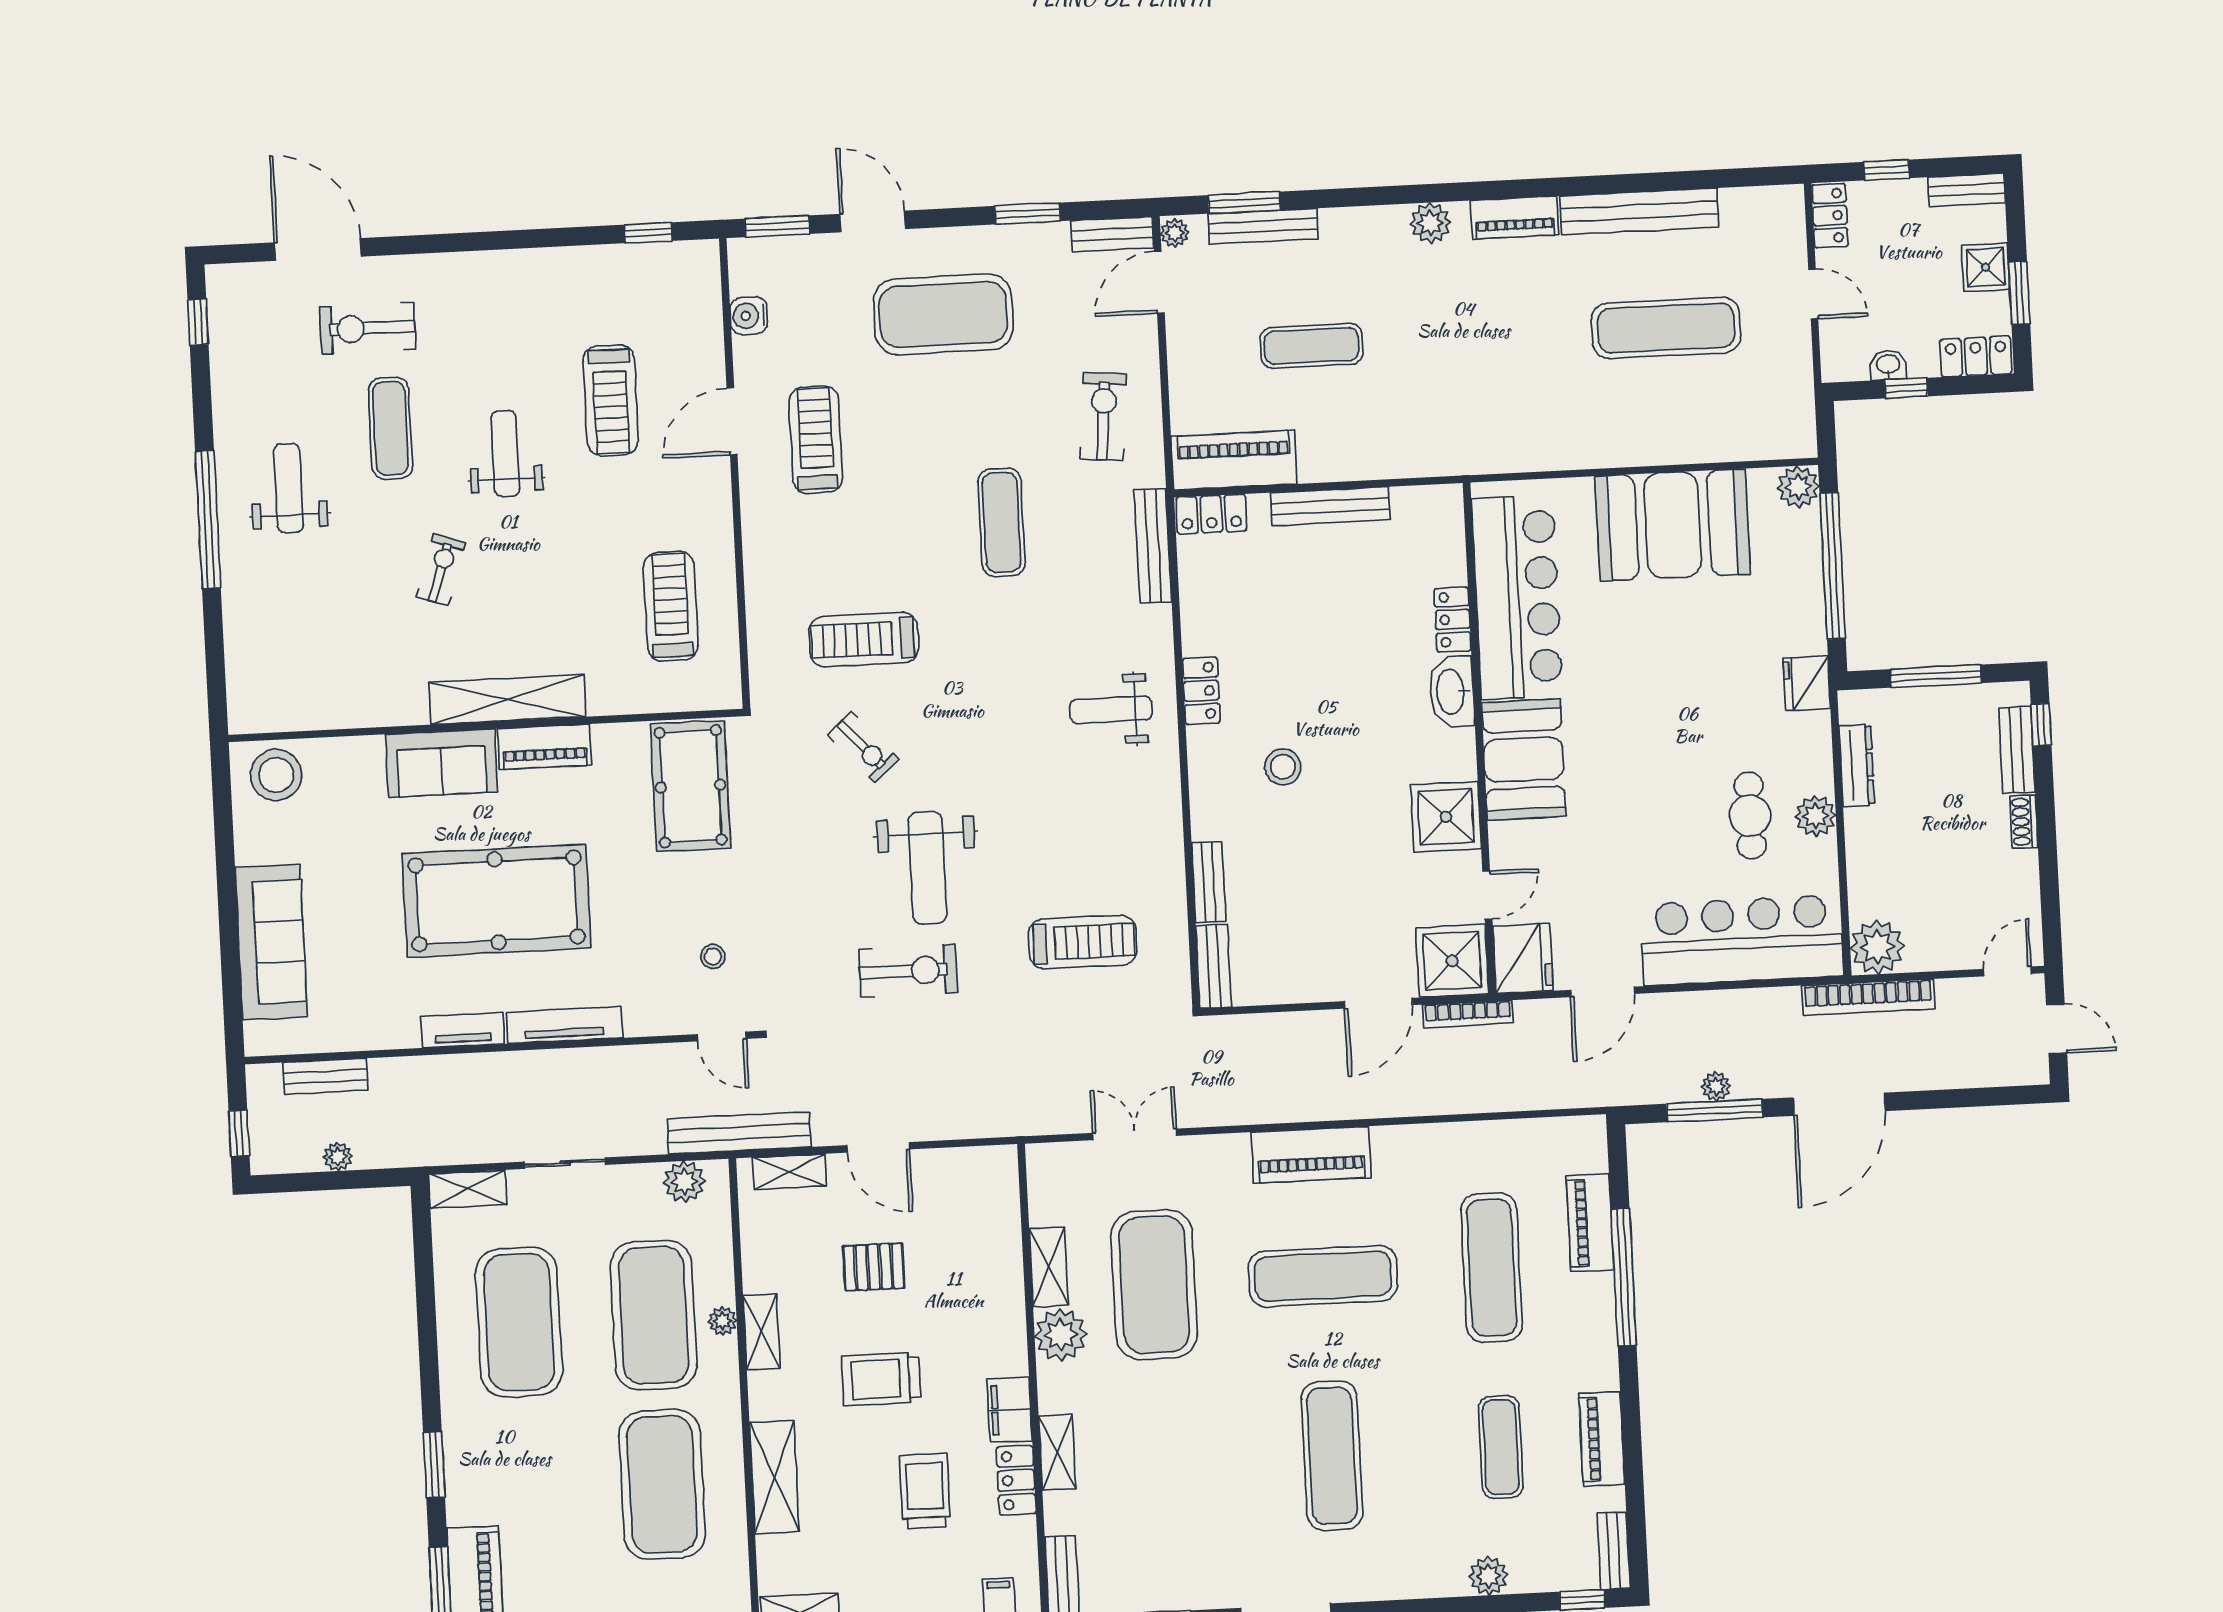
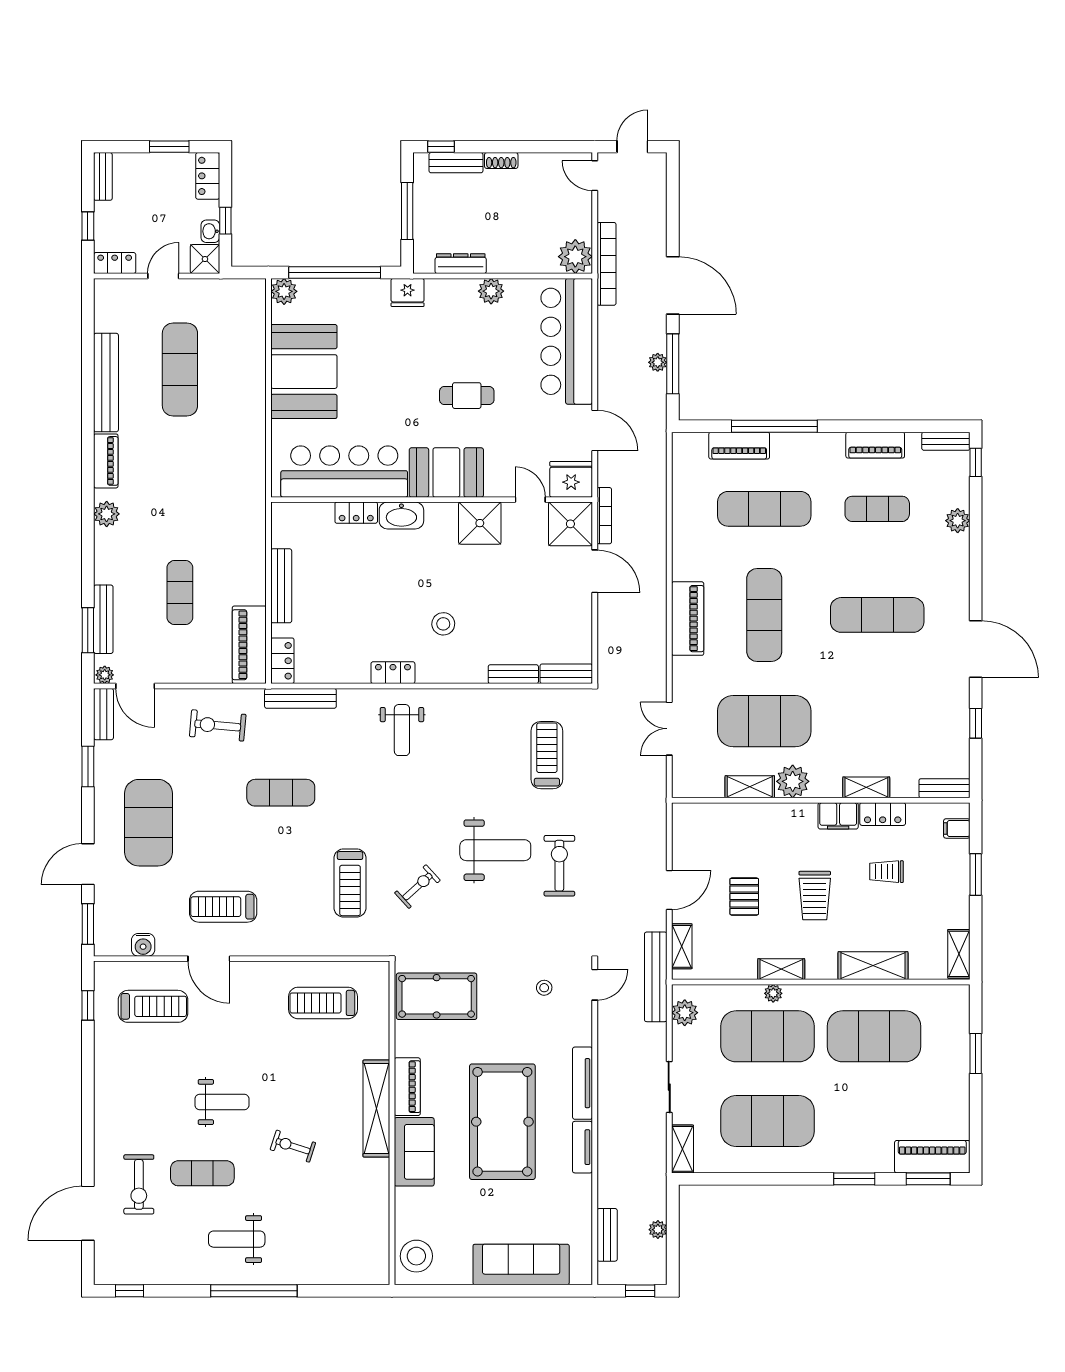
shower: (1985, 267) -> (205, 259), moved
treadmill: (611, 400) -> (153, 1006), moved
weight bench: (505, 454) -> (222, 1102), turned 180
cafe table: (1750, 816) -> (467, 396), moved
trolley: (925, 1491) -> (887, 872), width x0.73, depth x0.72

